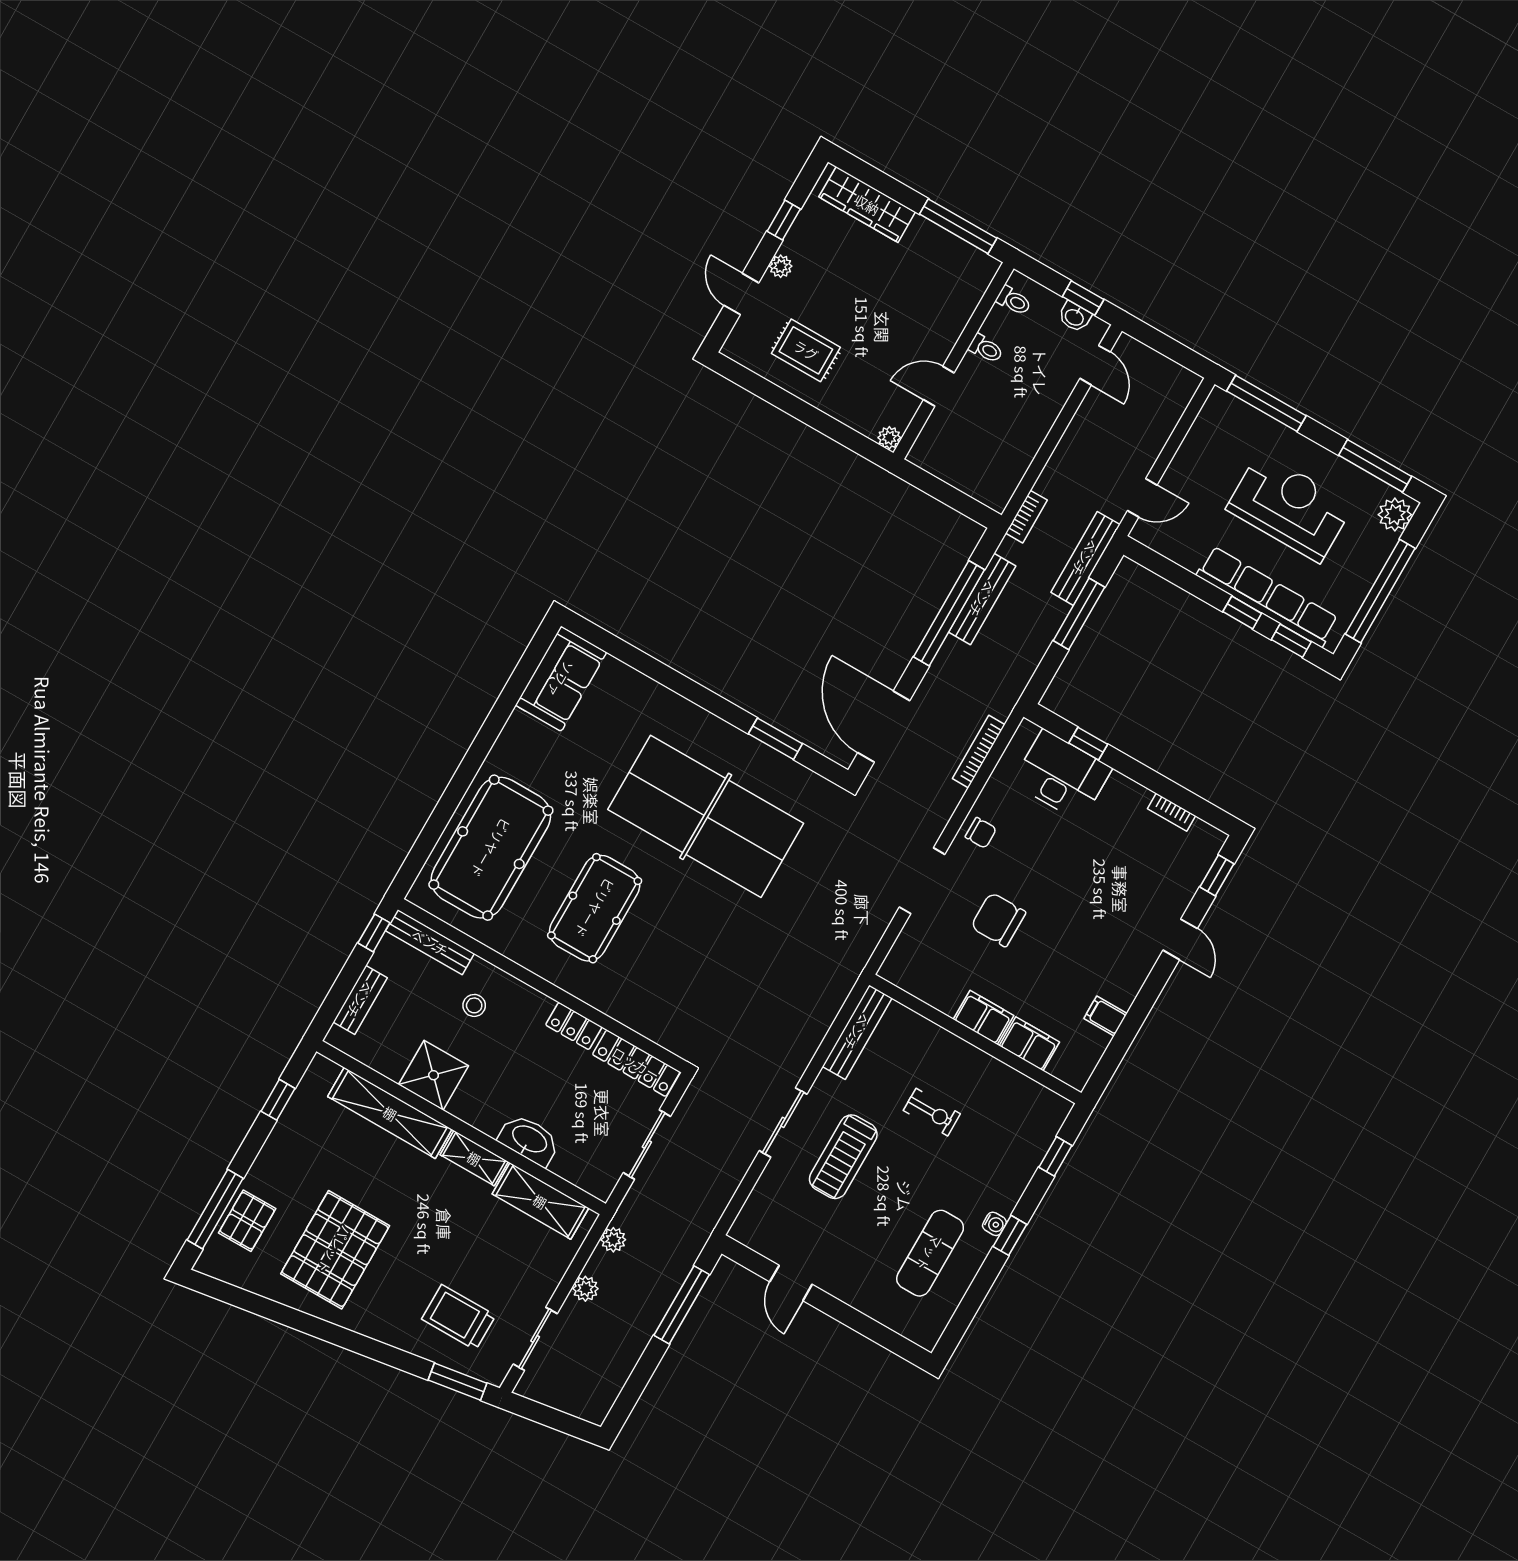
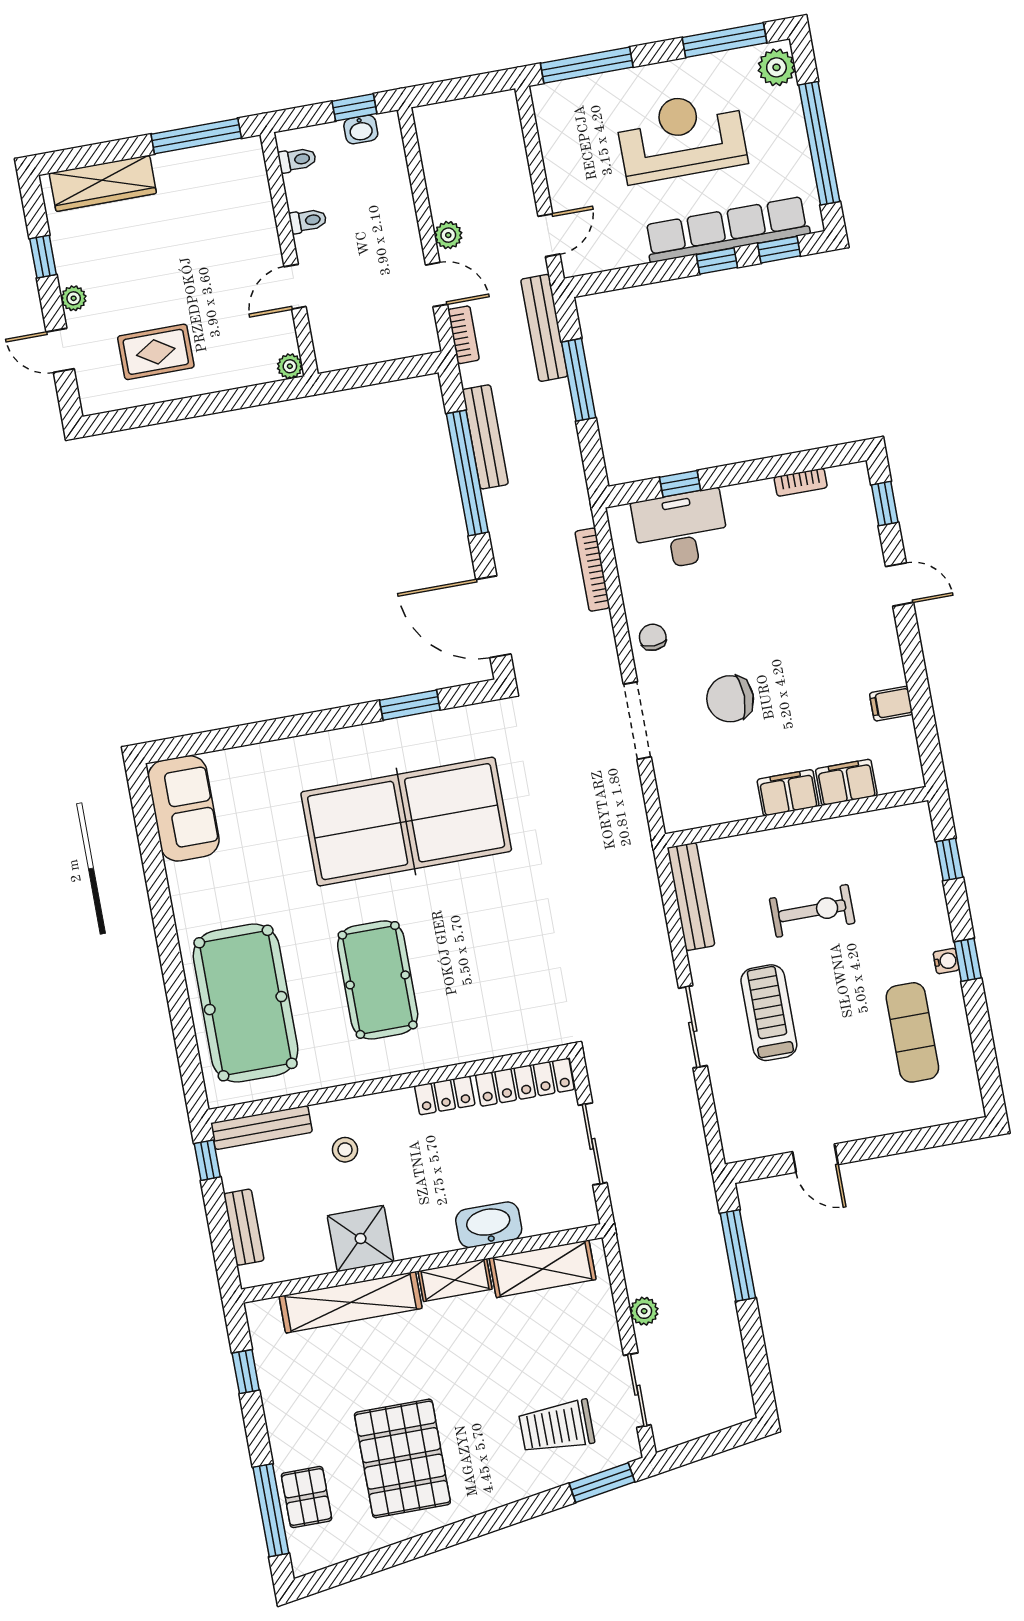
door: (1095, 365) -> (436, 285), moved
chair: (981, 833) -> (653, 637), turned -92
exercise bike: (932, 1112) -> (812, 911), width x1.38, depth x1.39
treadmill: (843, 1157) -> (769, 1013), turned 180
plant: (613, 1240) -> (448, 235), moved

